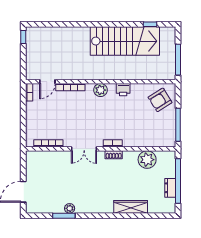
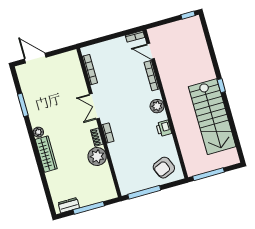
window: (150, 24) -> (221, 86), moved
armchair: (160, 100) -> (164, 168), turned -81
plant: (147, 160) -> (97, 156), moved
window: (178, 181) -> (89, 208), width x0.68
dresser: (170, 188) -> (69, 205), moved
wardrobe: (131, 207) -> (46, 154), moved
plant: (70, 208) -> (38, 132), moved

